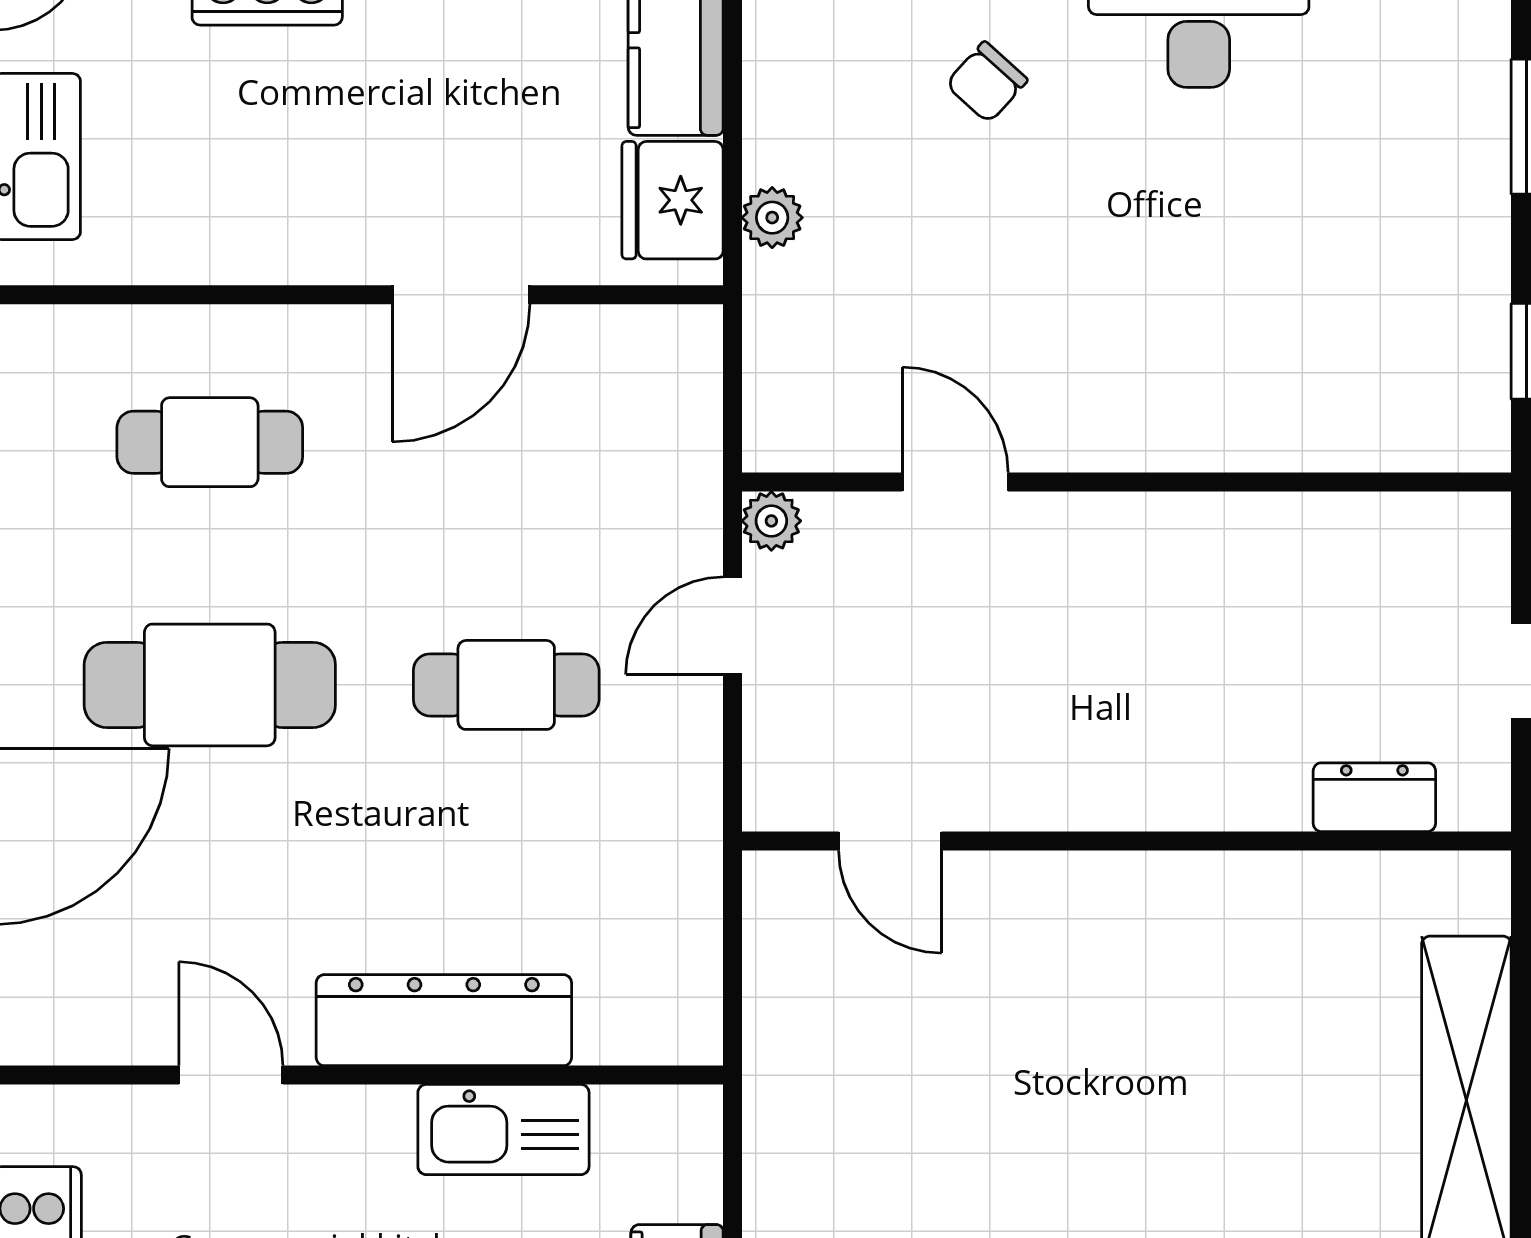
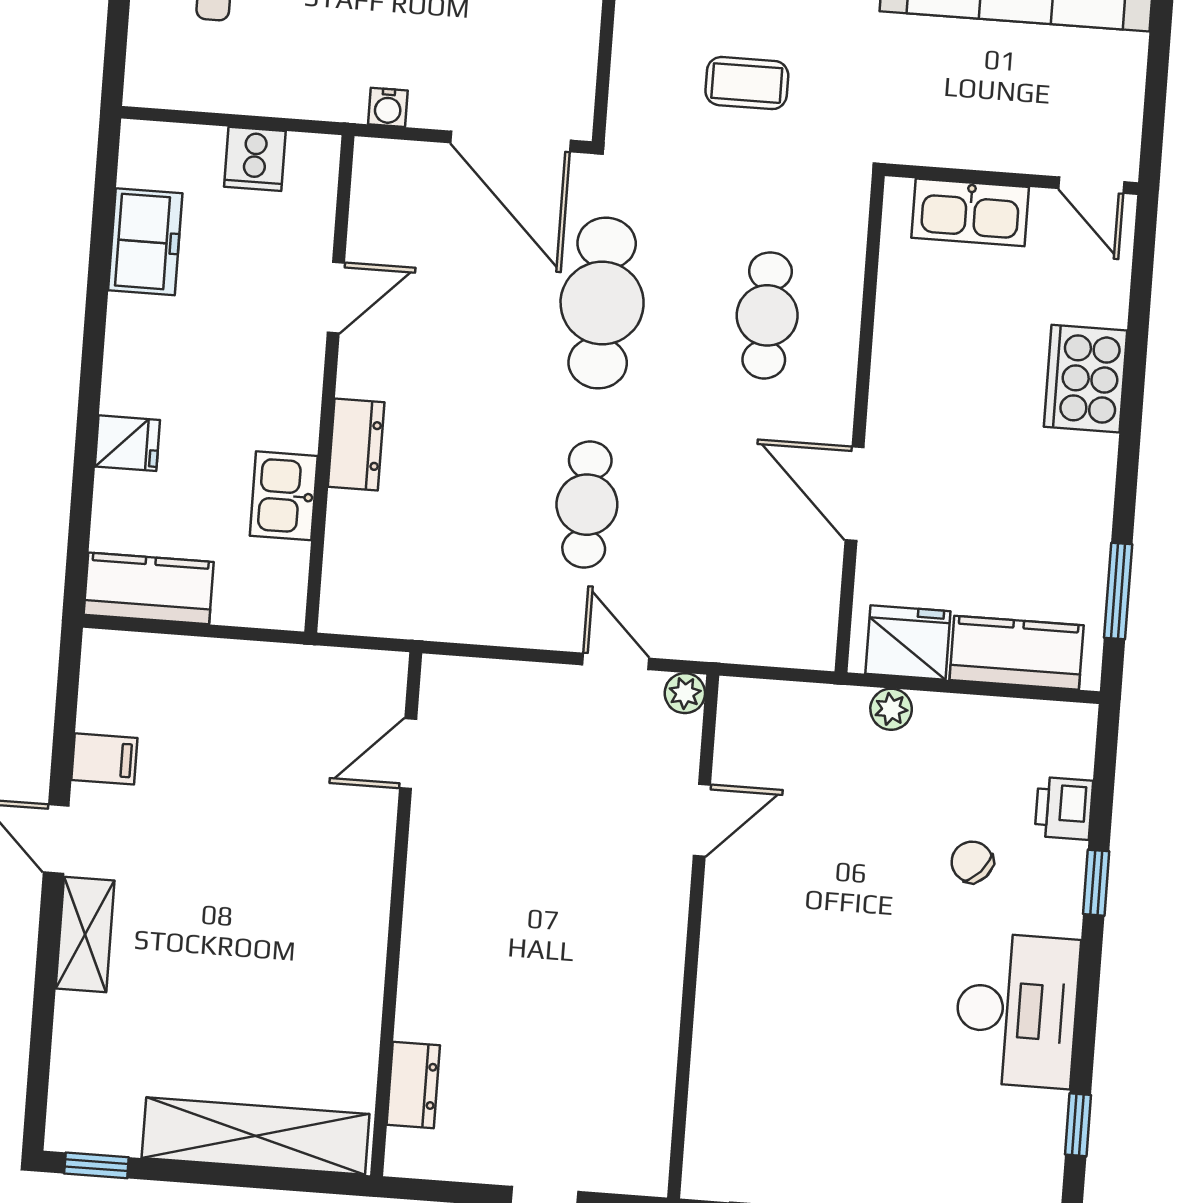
dresser: (1374, 797) -> (413, 1085), moved
door: (890, 841) -> (408, 754), moved
wall: (1126, 841) -> (396, 914), moved
dresser: (444, 1020) -> (356, 445), width x0.51, depth x0.80
kitchen sink: (503, 1130) -> (284, 496), width x0.73

